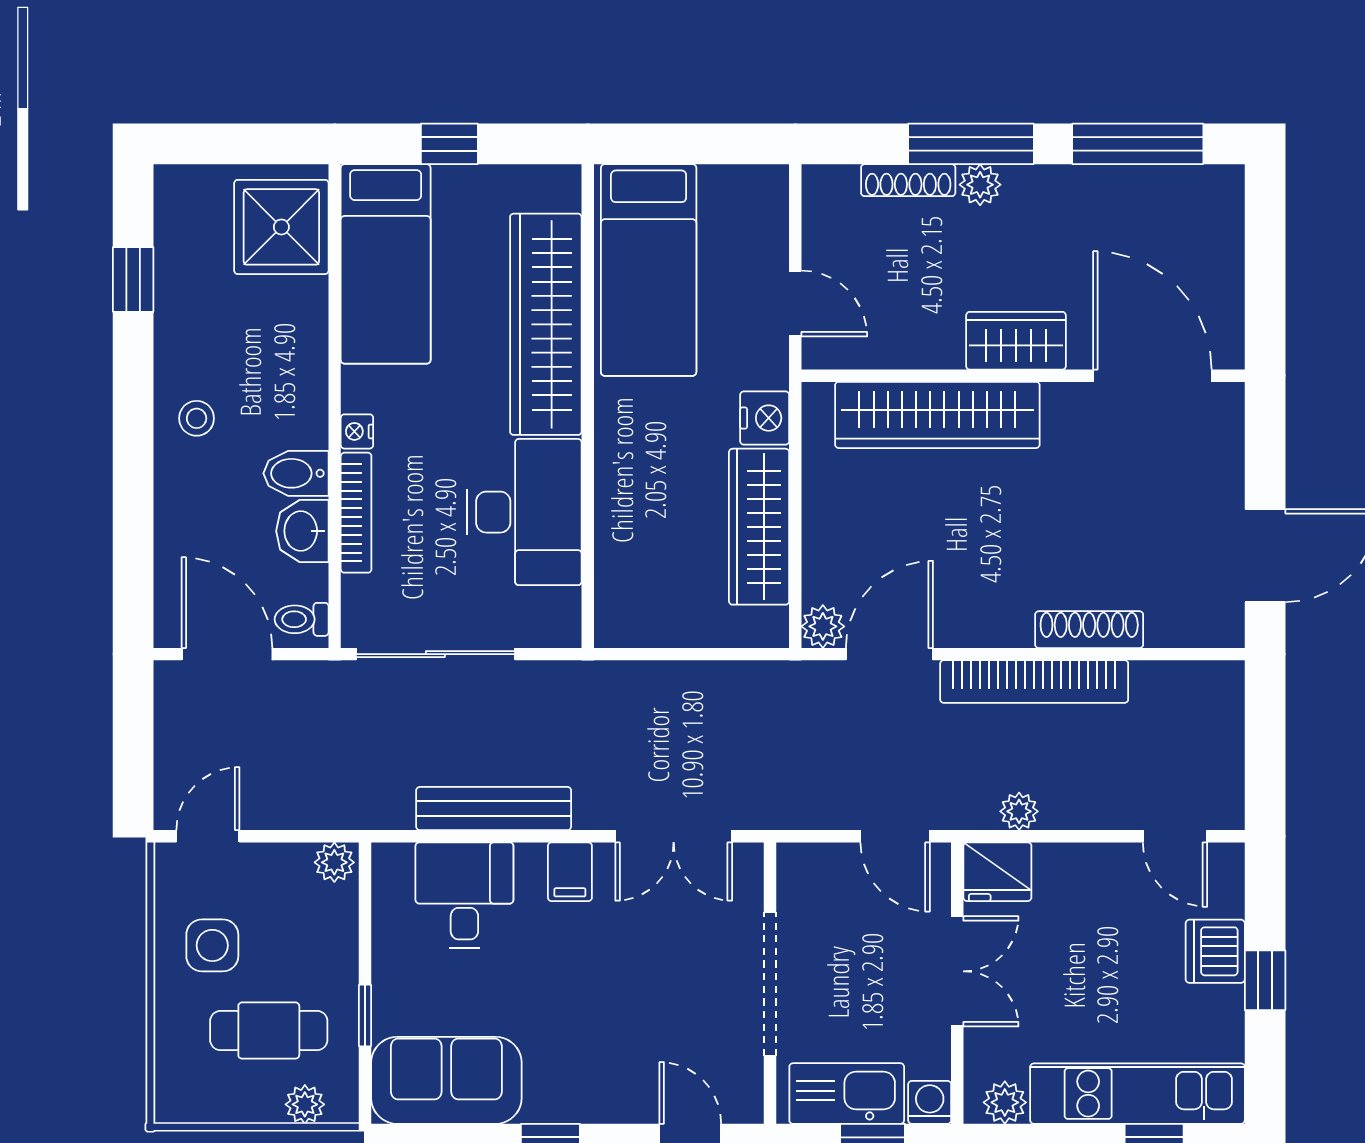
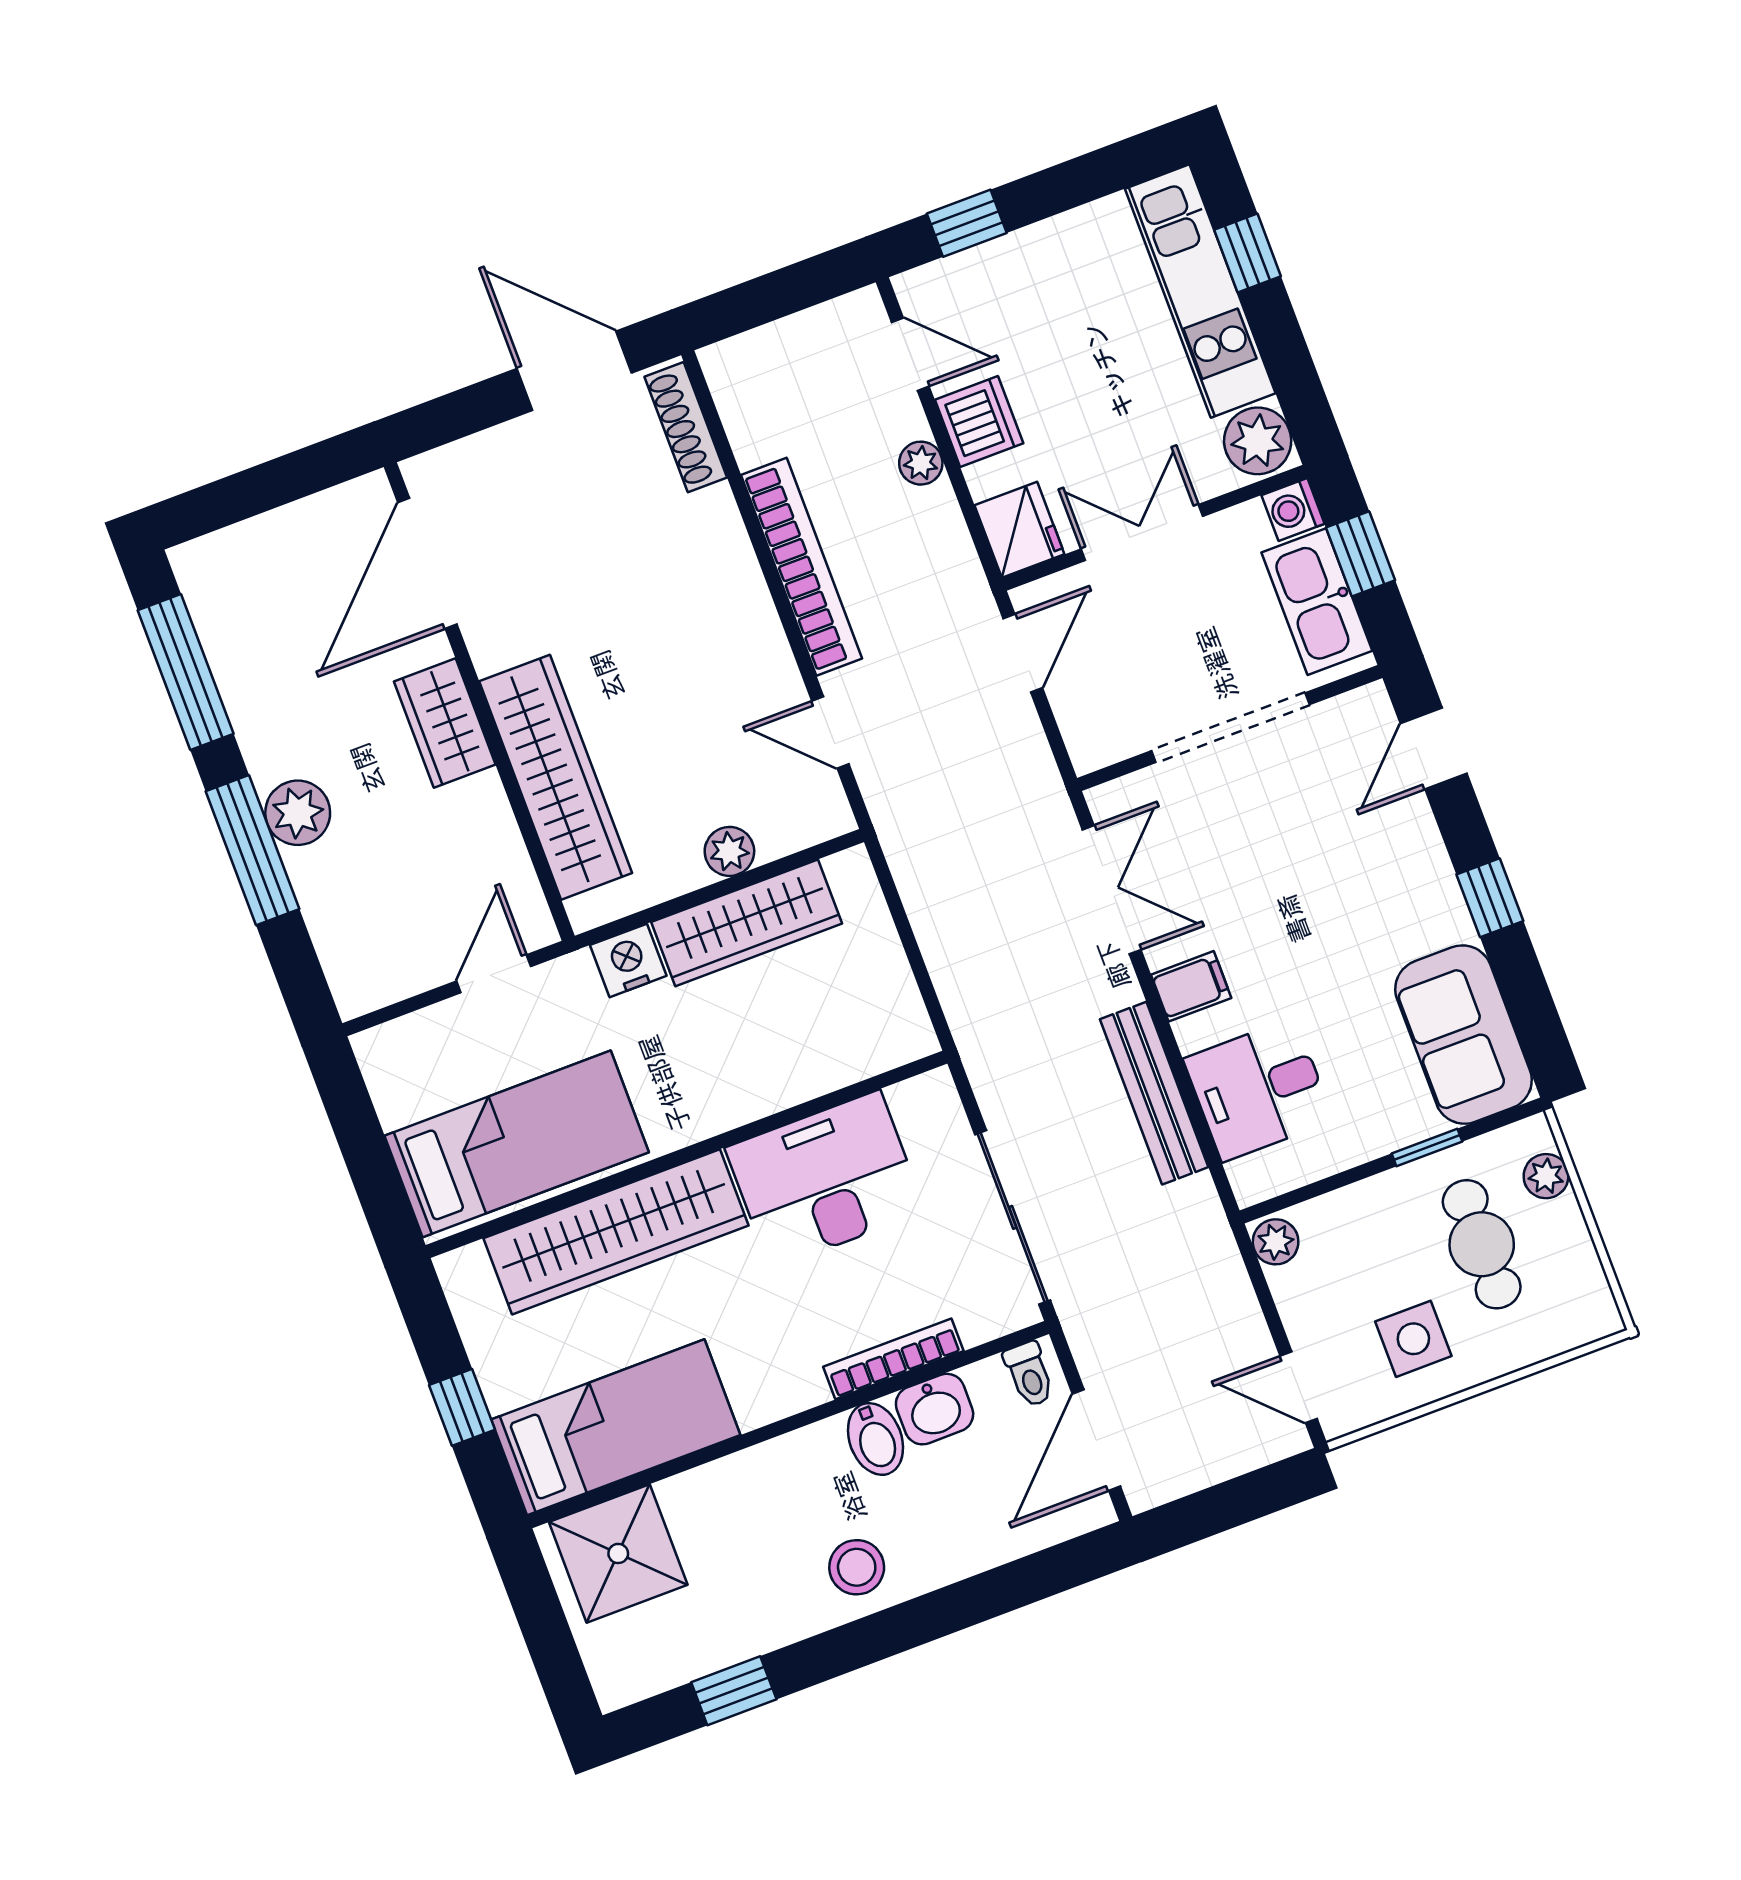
shoe rack: (908, 180) -> (317, 903), removed
plant: (980, 185) -> (298, 813), width x1.38, depth x1.38
stool: (197, 418) -> (857, 1567), width x1.37, depth x1.37
nightstand: (357, 431) -> (806, 1391), removed
plant: (823, 626) -> (729, 851), moved
shoe rack: (1089, 630) -> (686, 427), moved
door: (889, 654) -> (830, 732), width x0.73
plant: (1019, 811) -> (921, 463), moved
door: (1175, 836) -> (910, 354), hinge flipped
dishwasher: (1215, 951) -> (979, 421), moved, turned -90
window: (1265, 980) -> (967, 223), moved
plant: (1005, 1102) -> (1258, 441), width x1.38, depth x1.38

